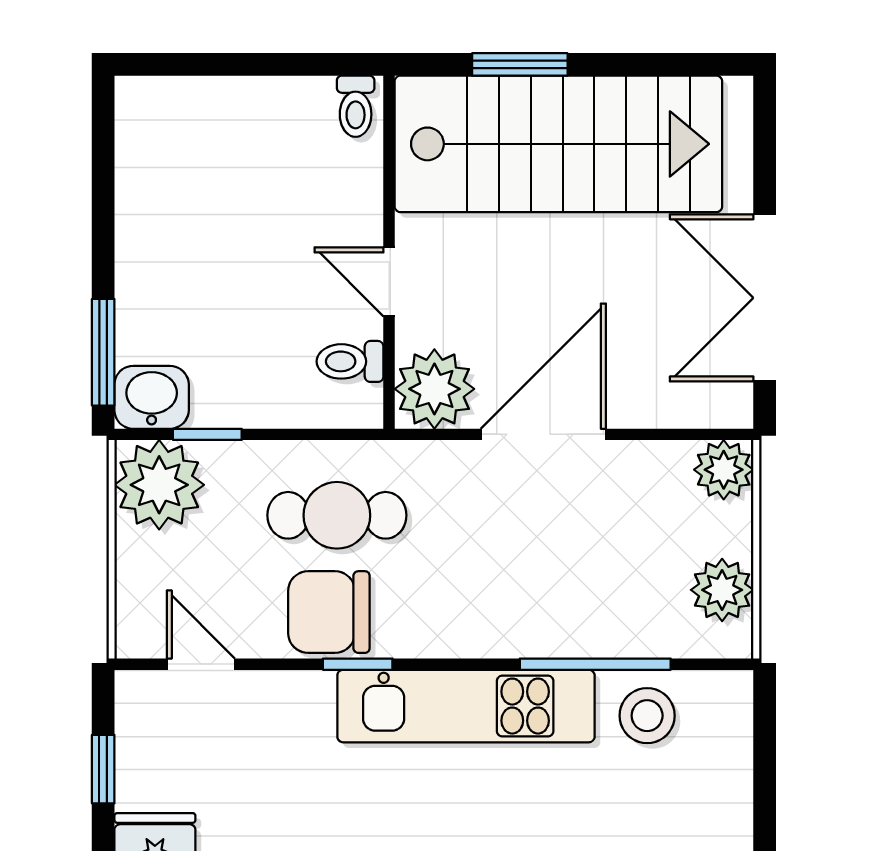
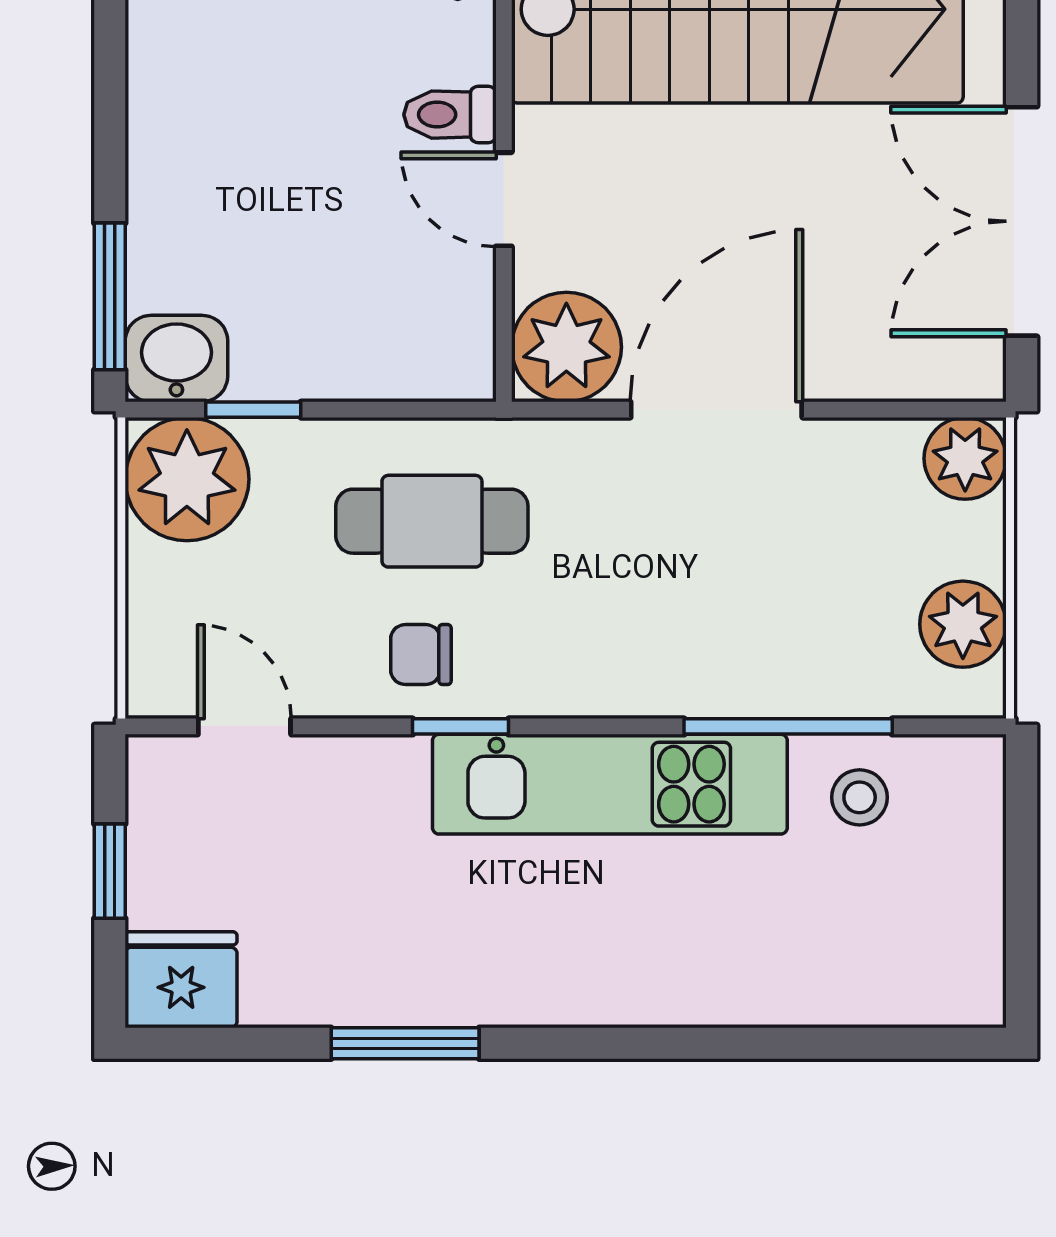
toilet: (350, 361) -> (450, 115), moved
chair: (329, 612) -> (421, 655), width x0.54, depth x0.54
stool: (647, 716) -> (860, 797), width x0.73, depth x0.73

